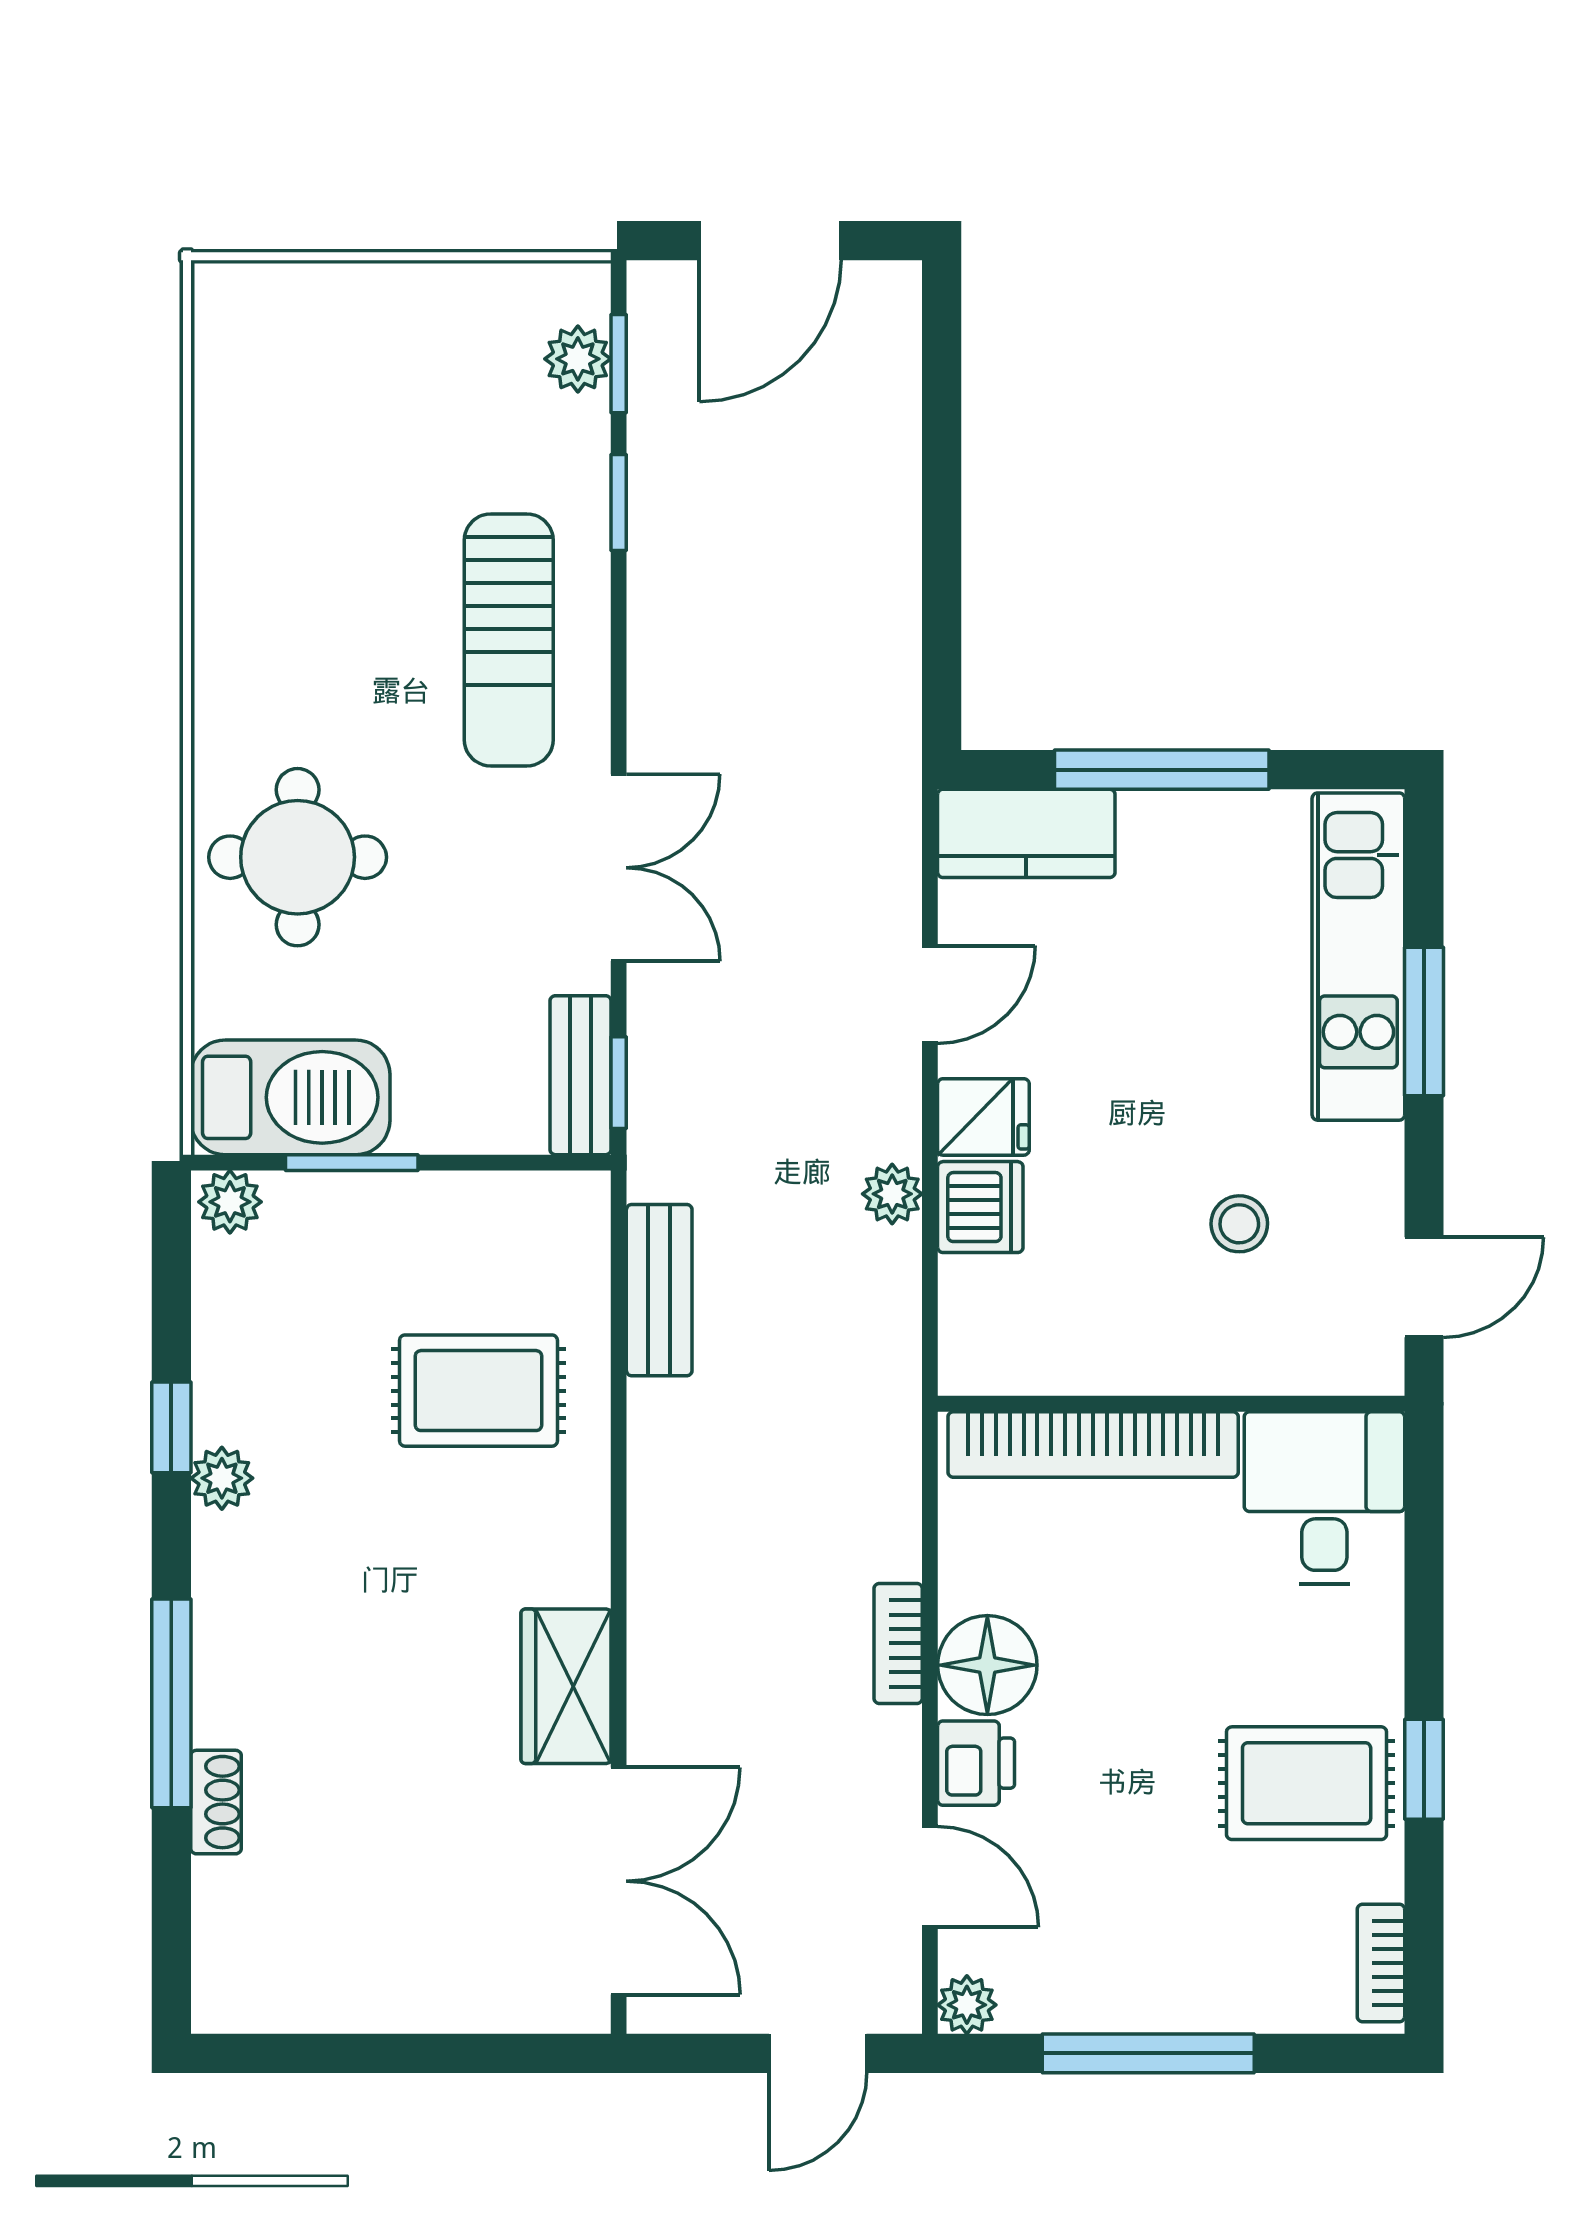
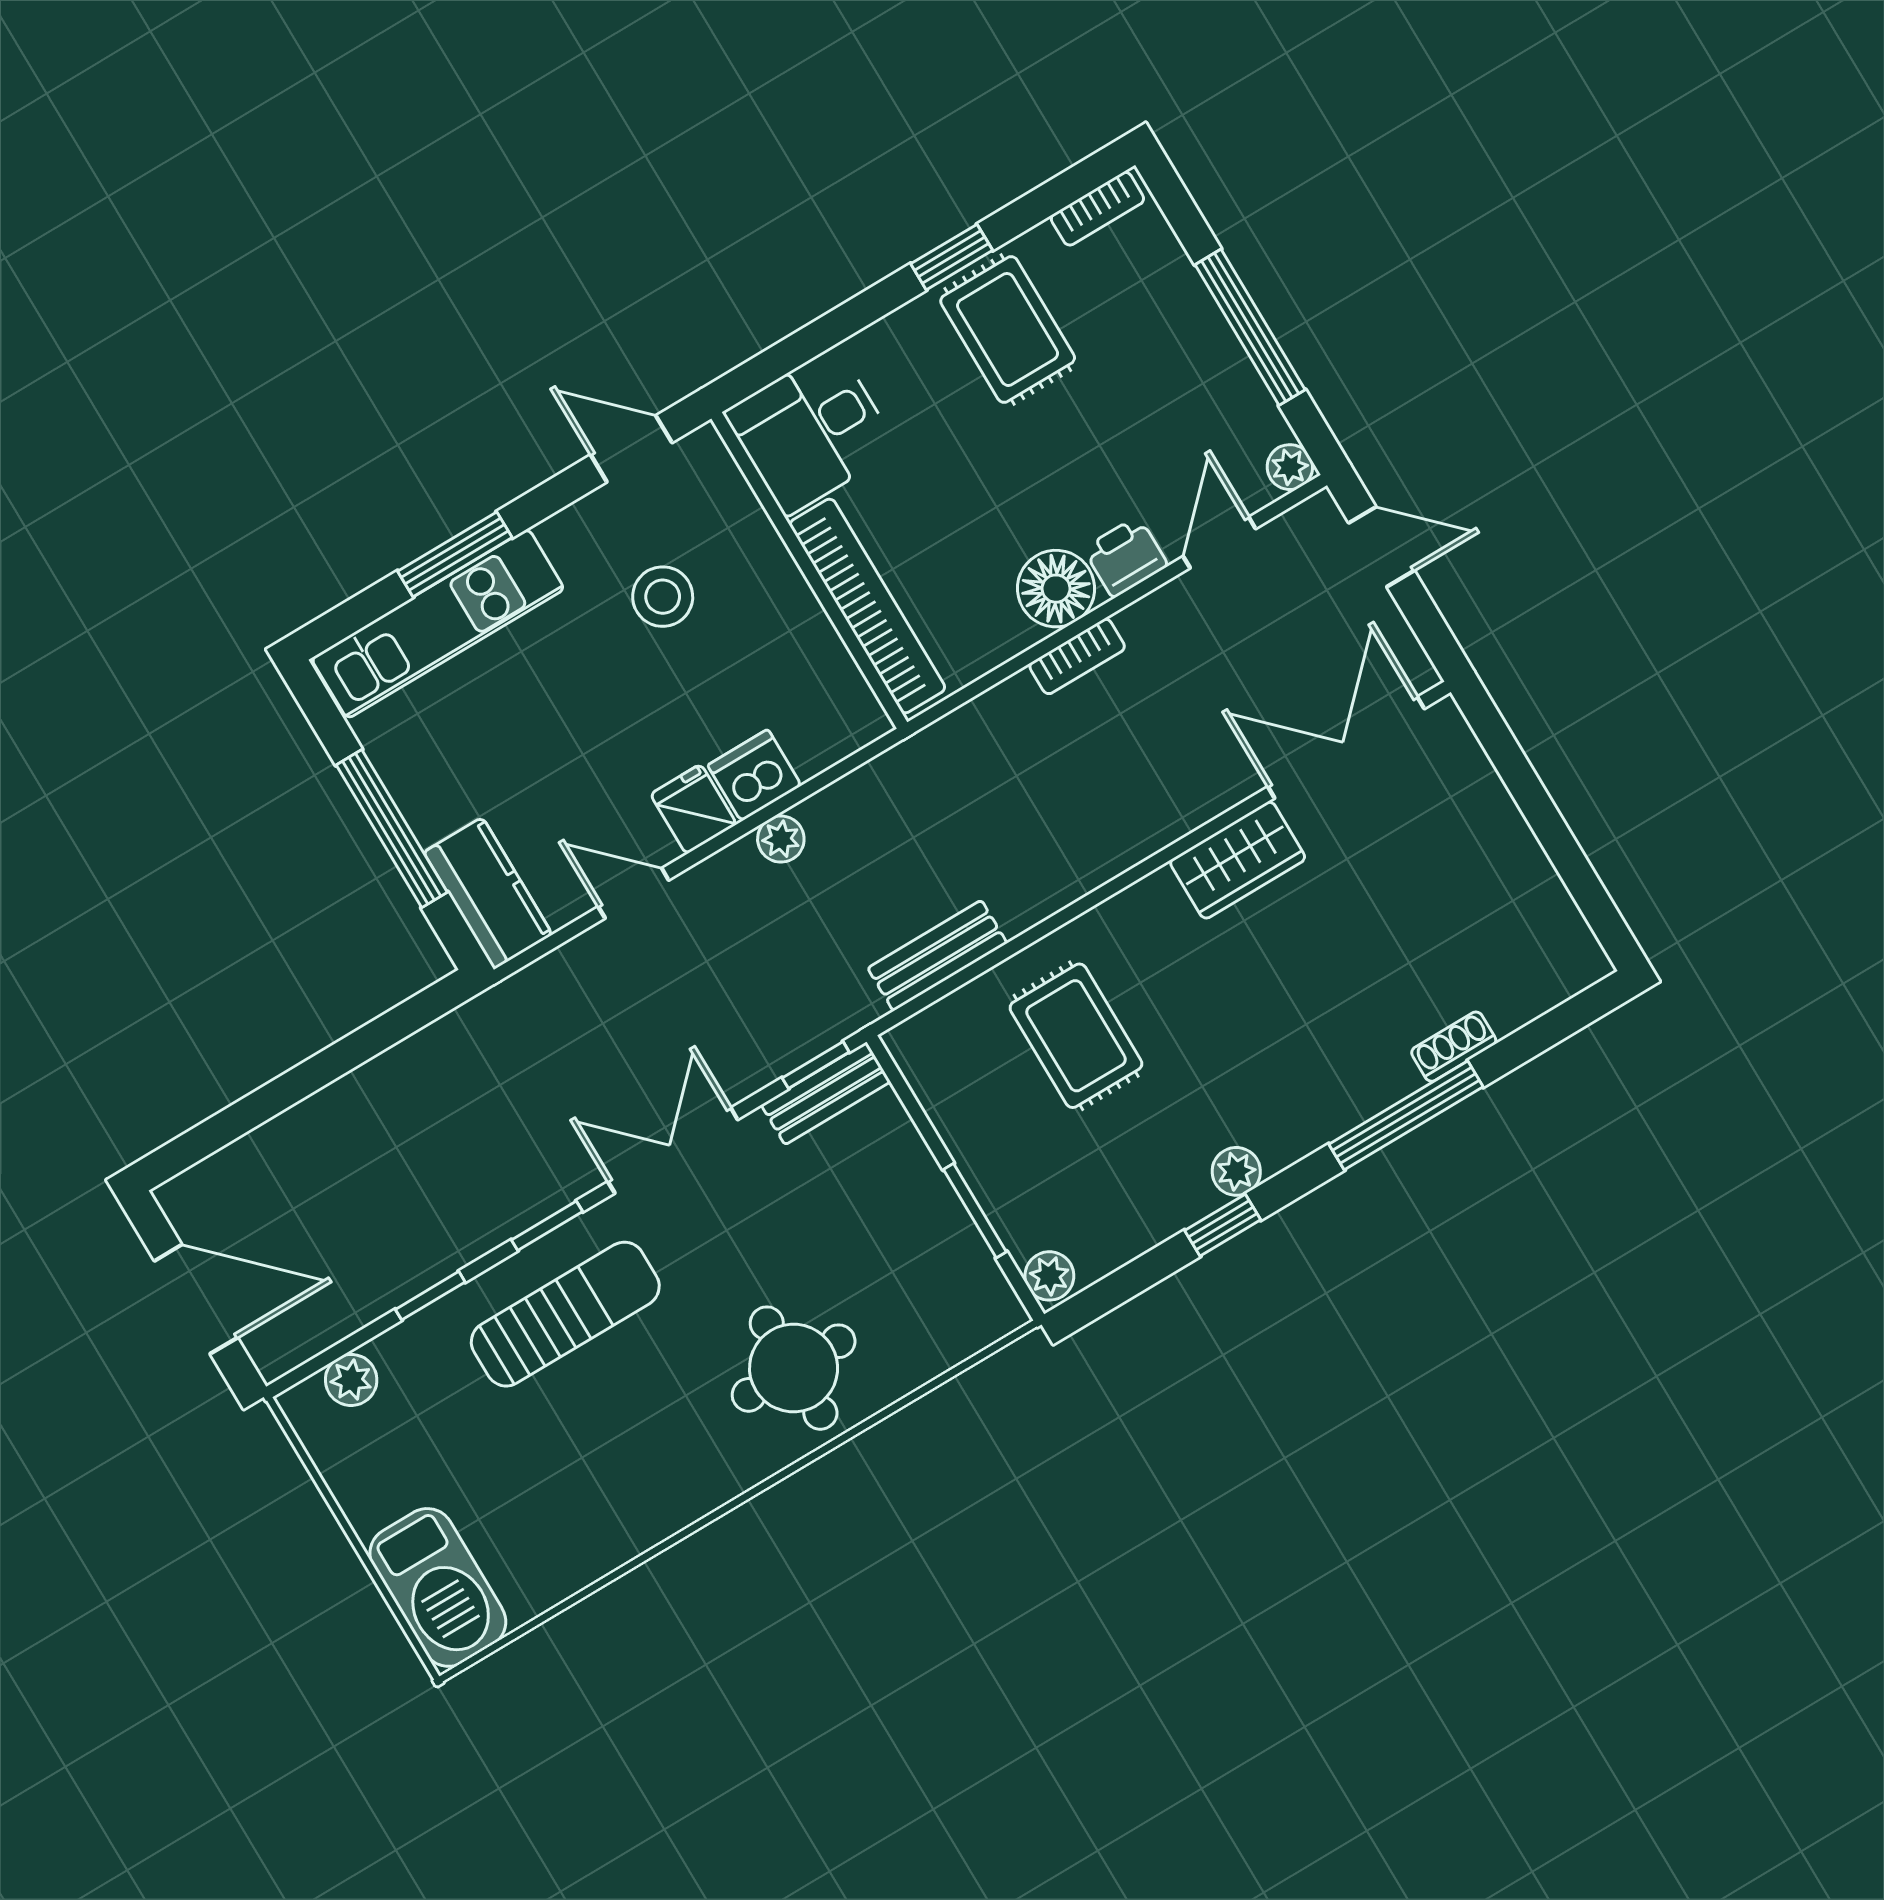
window: (619, 364) -> (547, 1226), moved
barbecue: (290, 1097) -> (438, 1587), moved, turned 180
stool: (1239, 1224) -> (663, 597), width x1.37, depth x1.37

